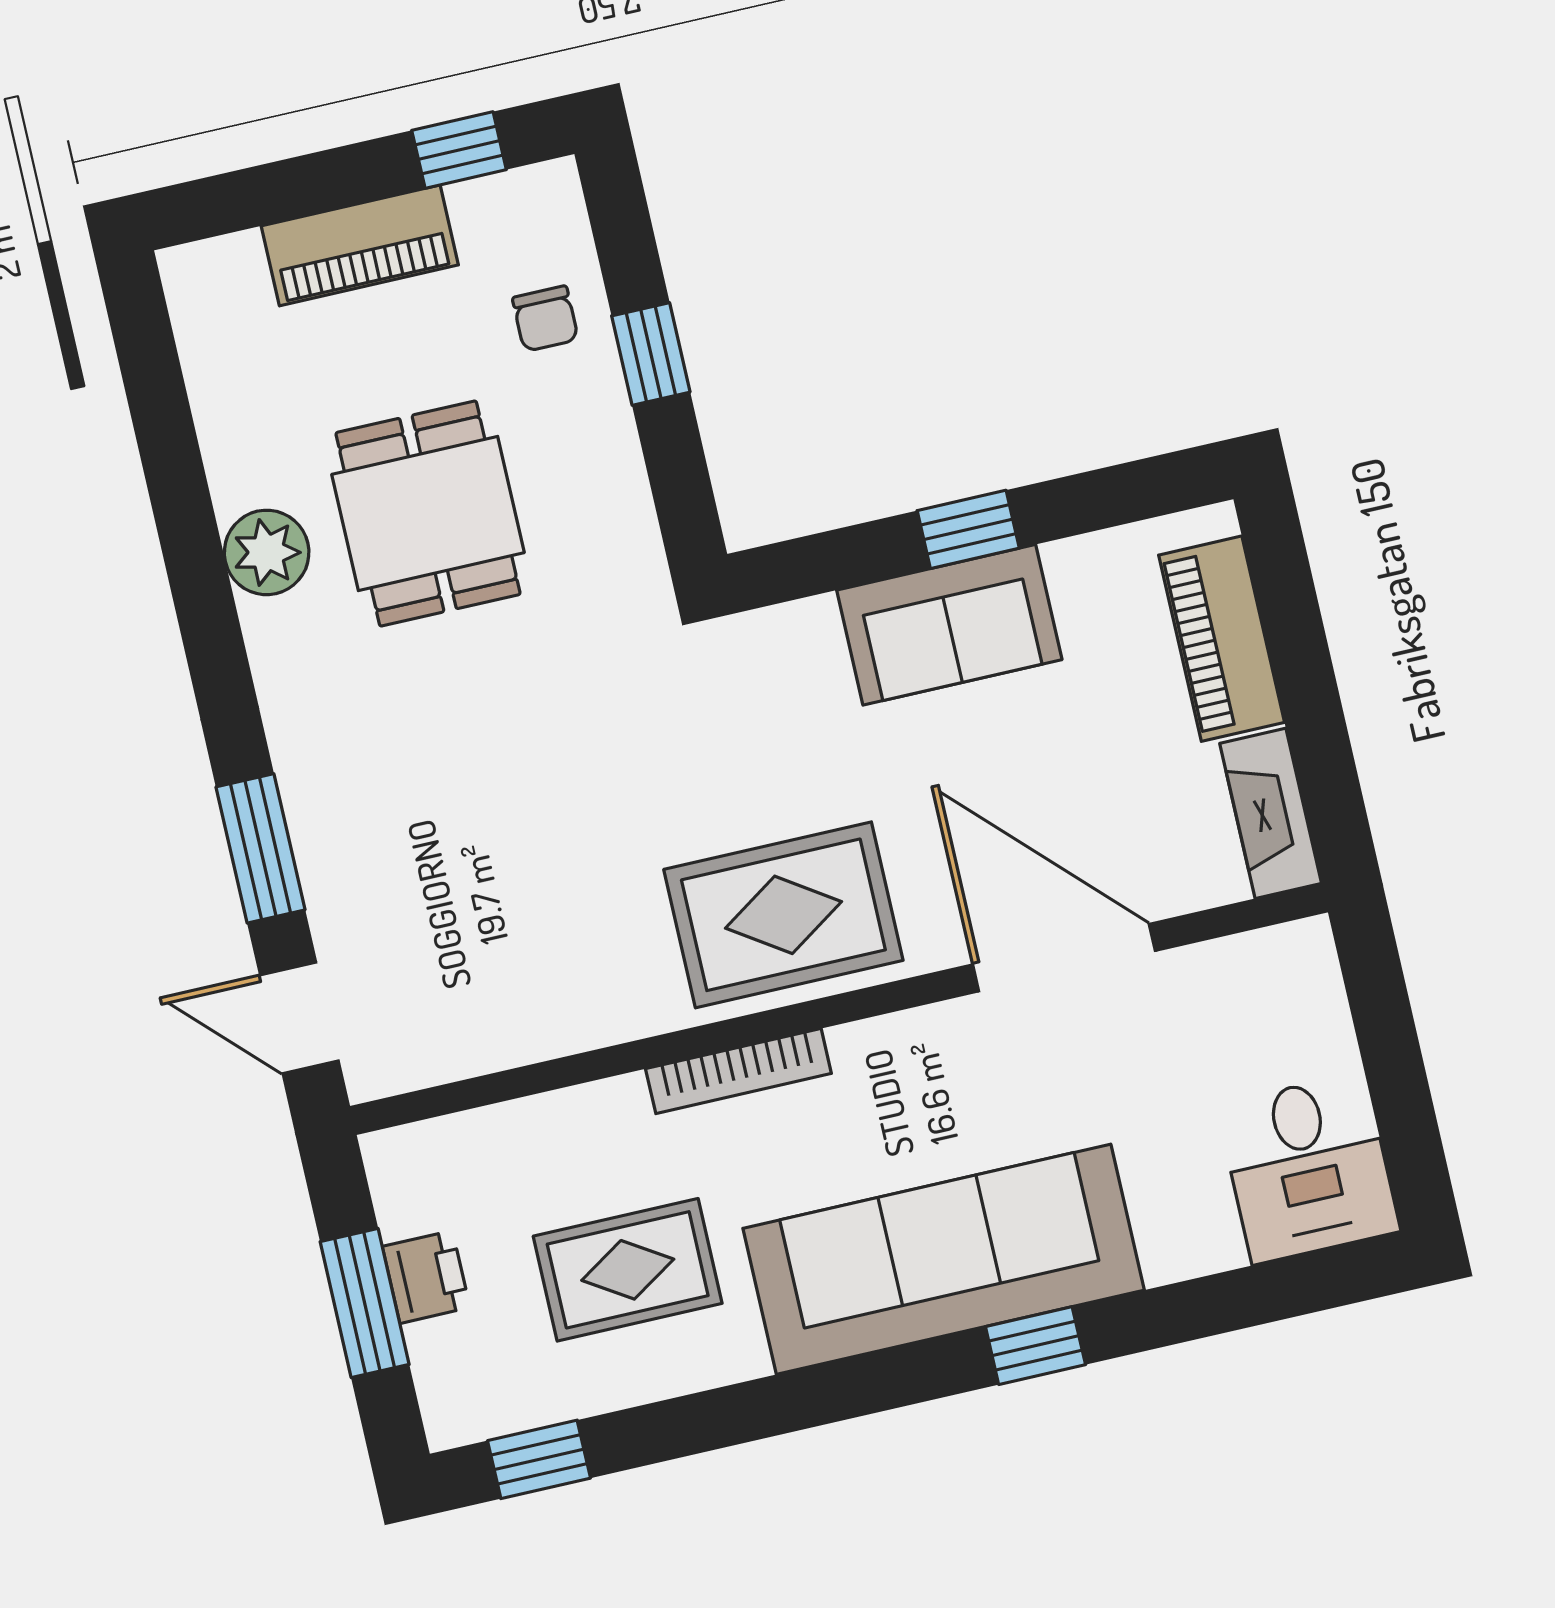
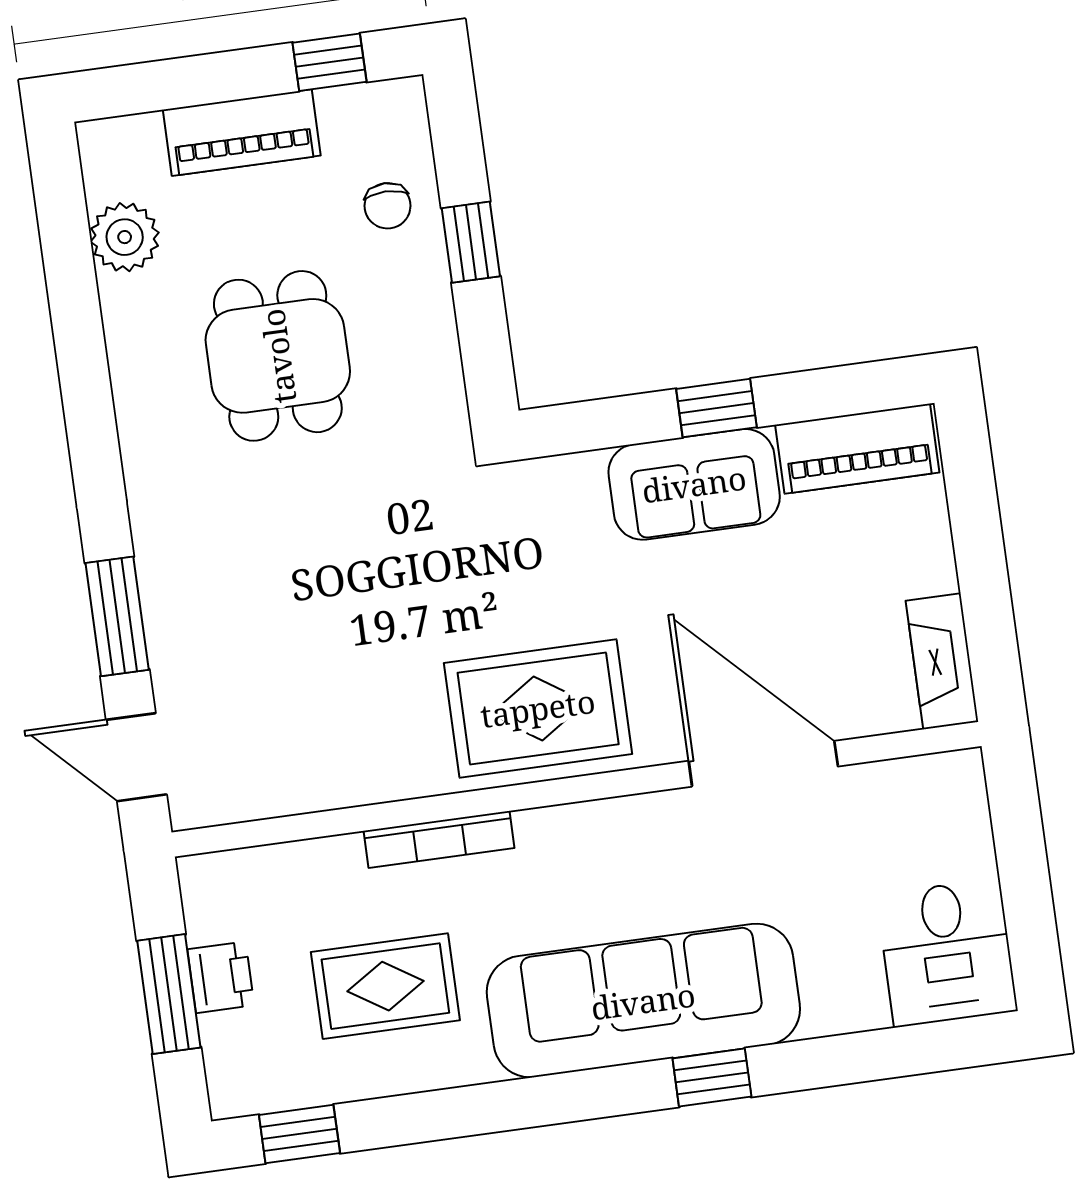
plant: (267, 552) -> (125, 237), moved
piano: (1222, 639) -> (857, 449), moved, turned -90
bookcase: (738, 1071) -> (439, 839), moved

